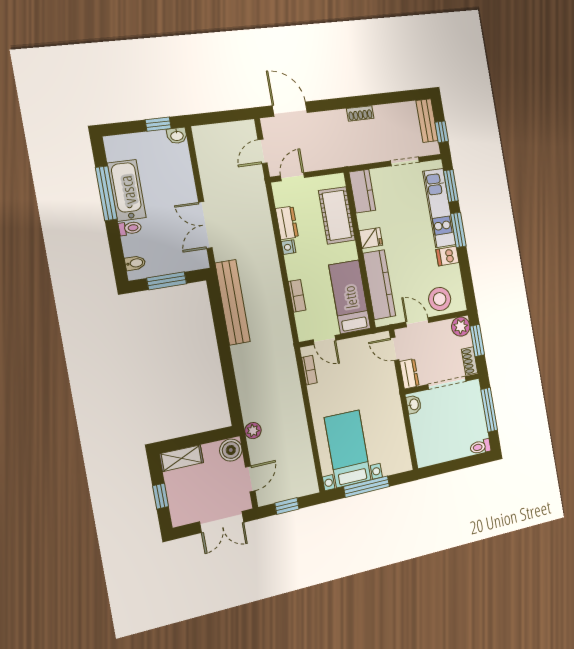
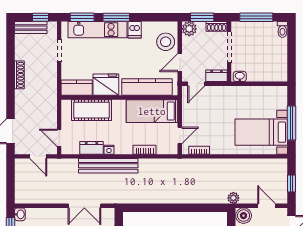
shoe rack: (360, 113) -> (19, 75), width x1.43
fridge: (371, 238) -> (106, 85), width x1.88, depth x1.34
bench: (233, 302) -> (108, 166), moved

